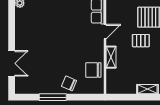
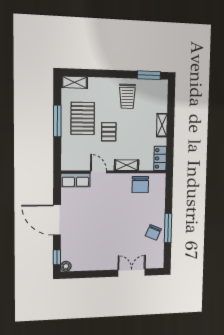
chair: (69, 83) -> (153, 232), moved
locker: (117, 88) -> (160, 158), added

